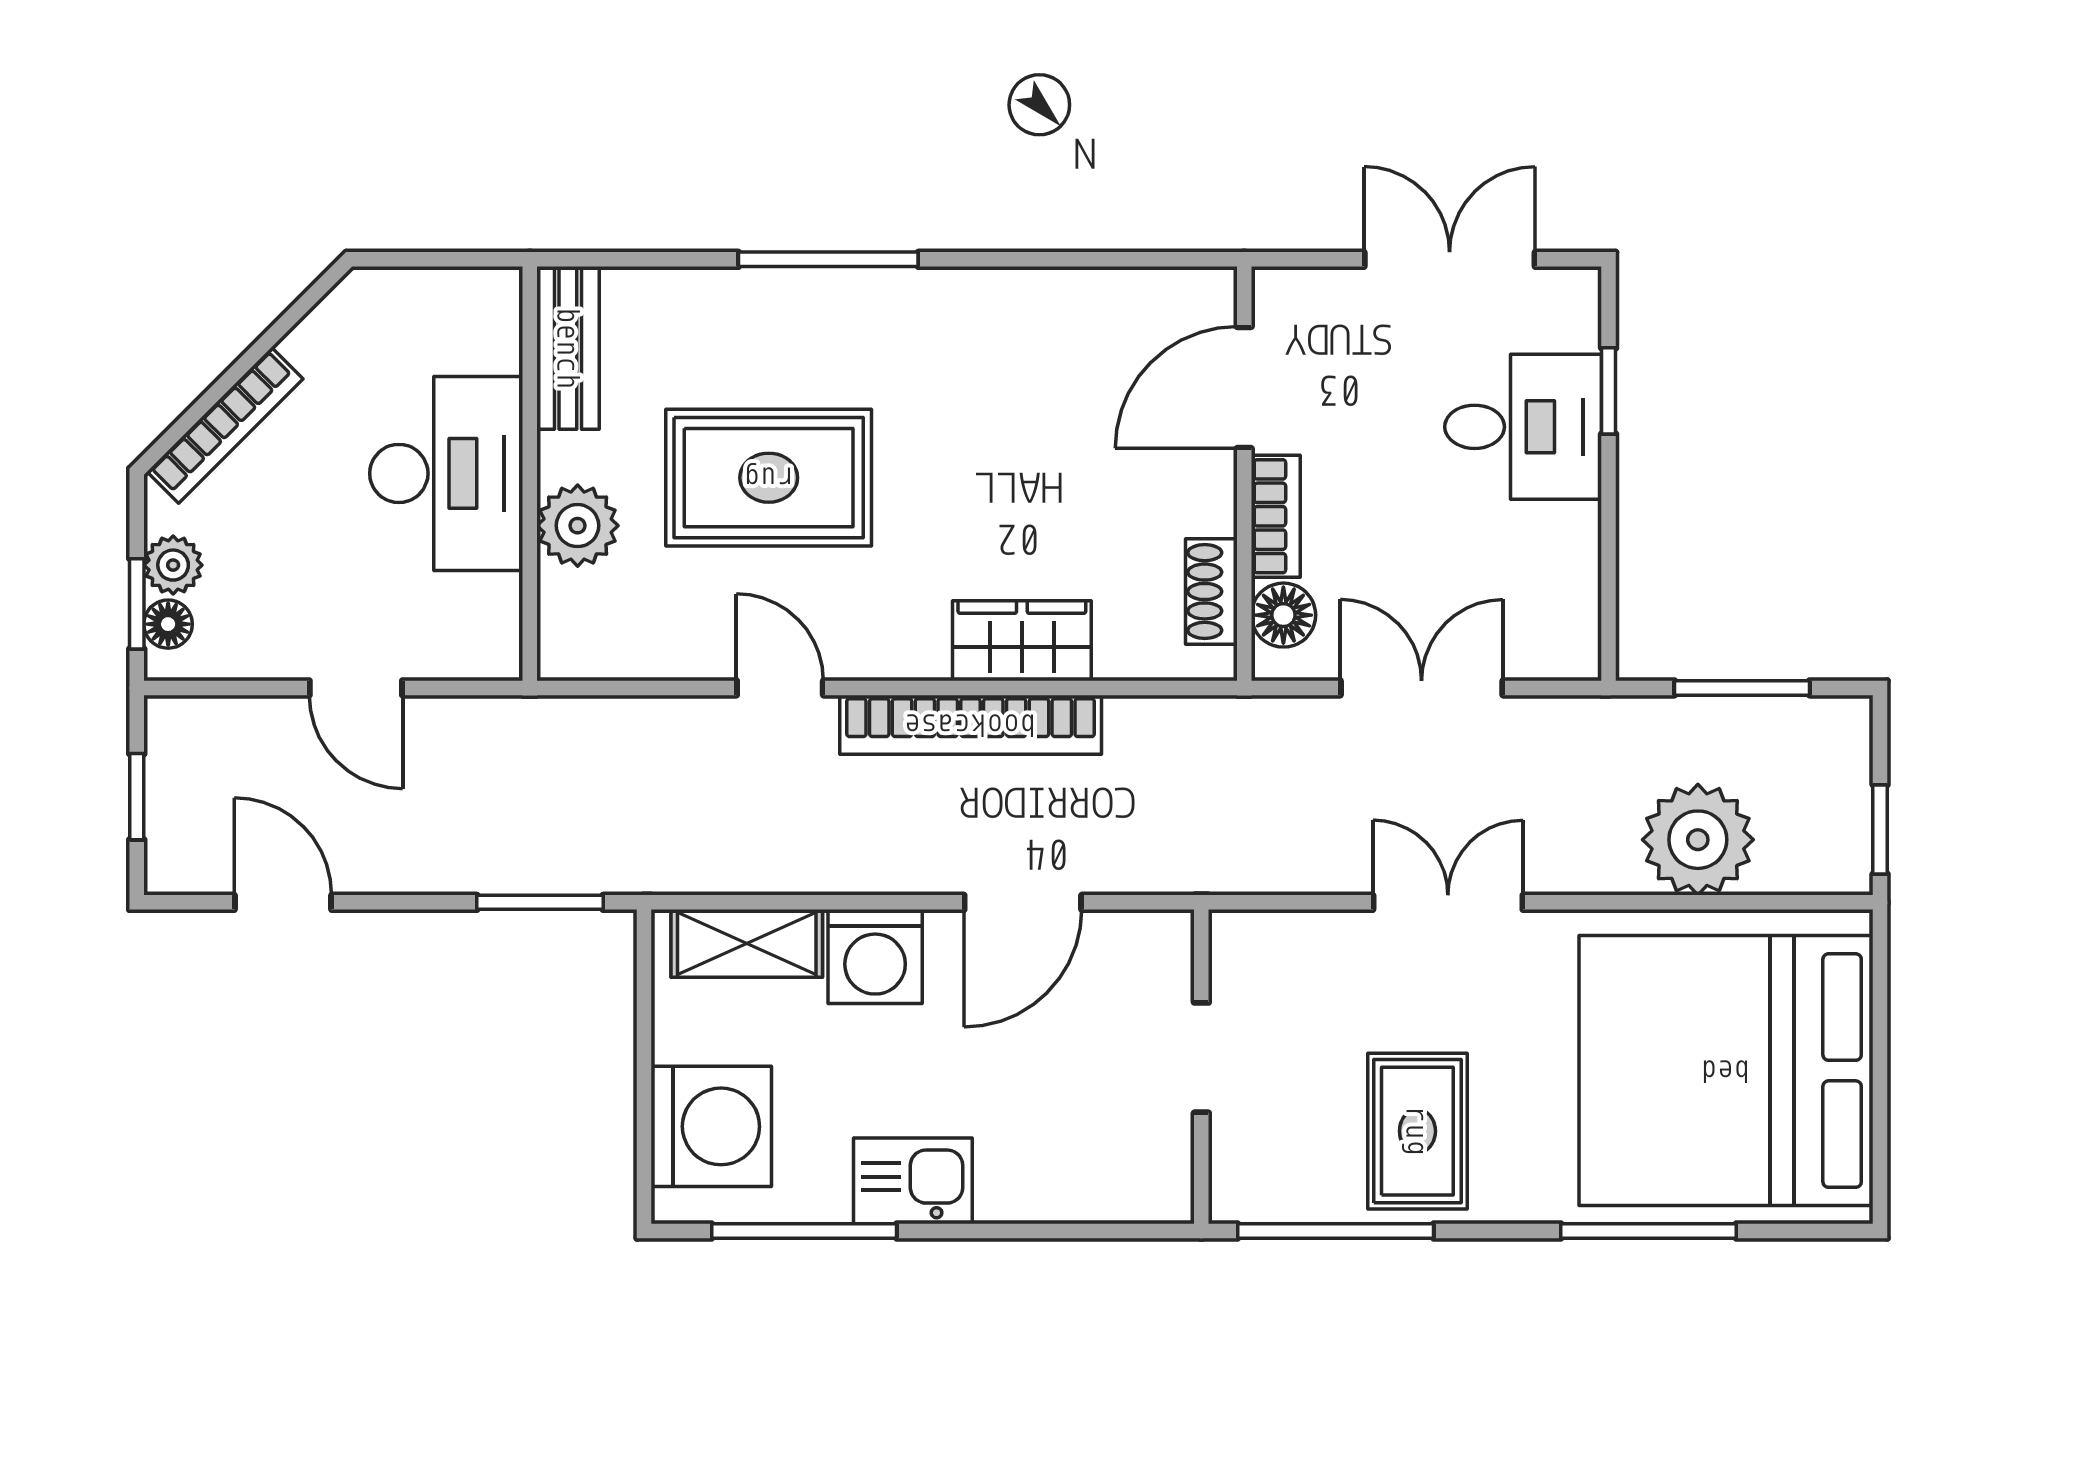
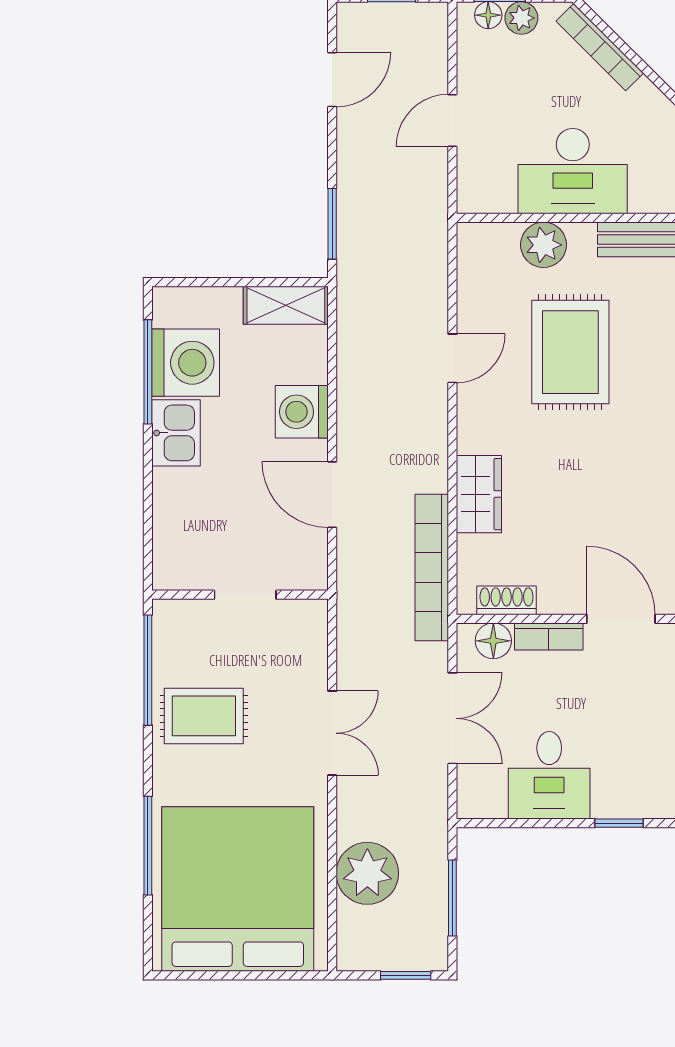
desk: (1523, 427) -> (549, 775), moved
bookcase: (971, 725) -> (432, 567), moved
window: (1880, 829) -> (406, 975), moved
shelving: (747, 943) -> (286, 305), moved, turned 90
washing machine: (711, 1126) -> (186, 363), moved, turned -90

